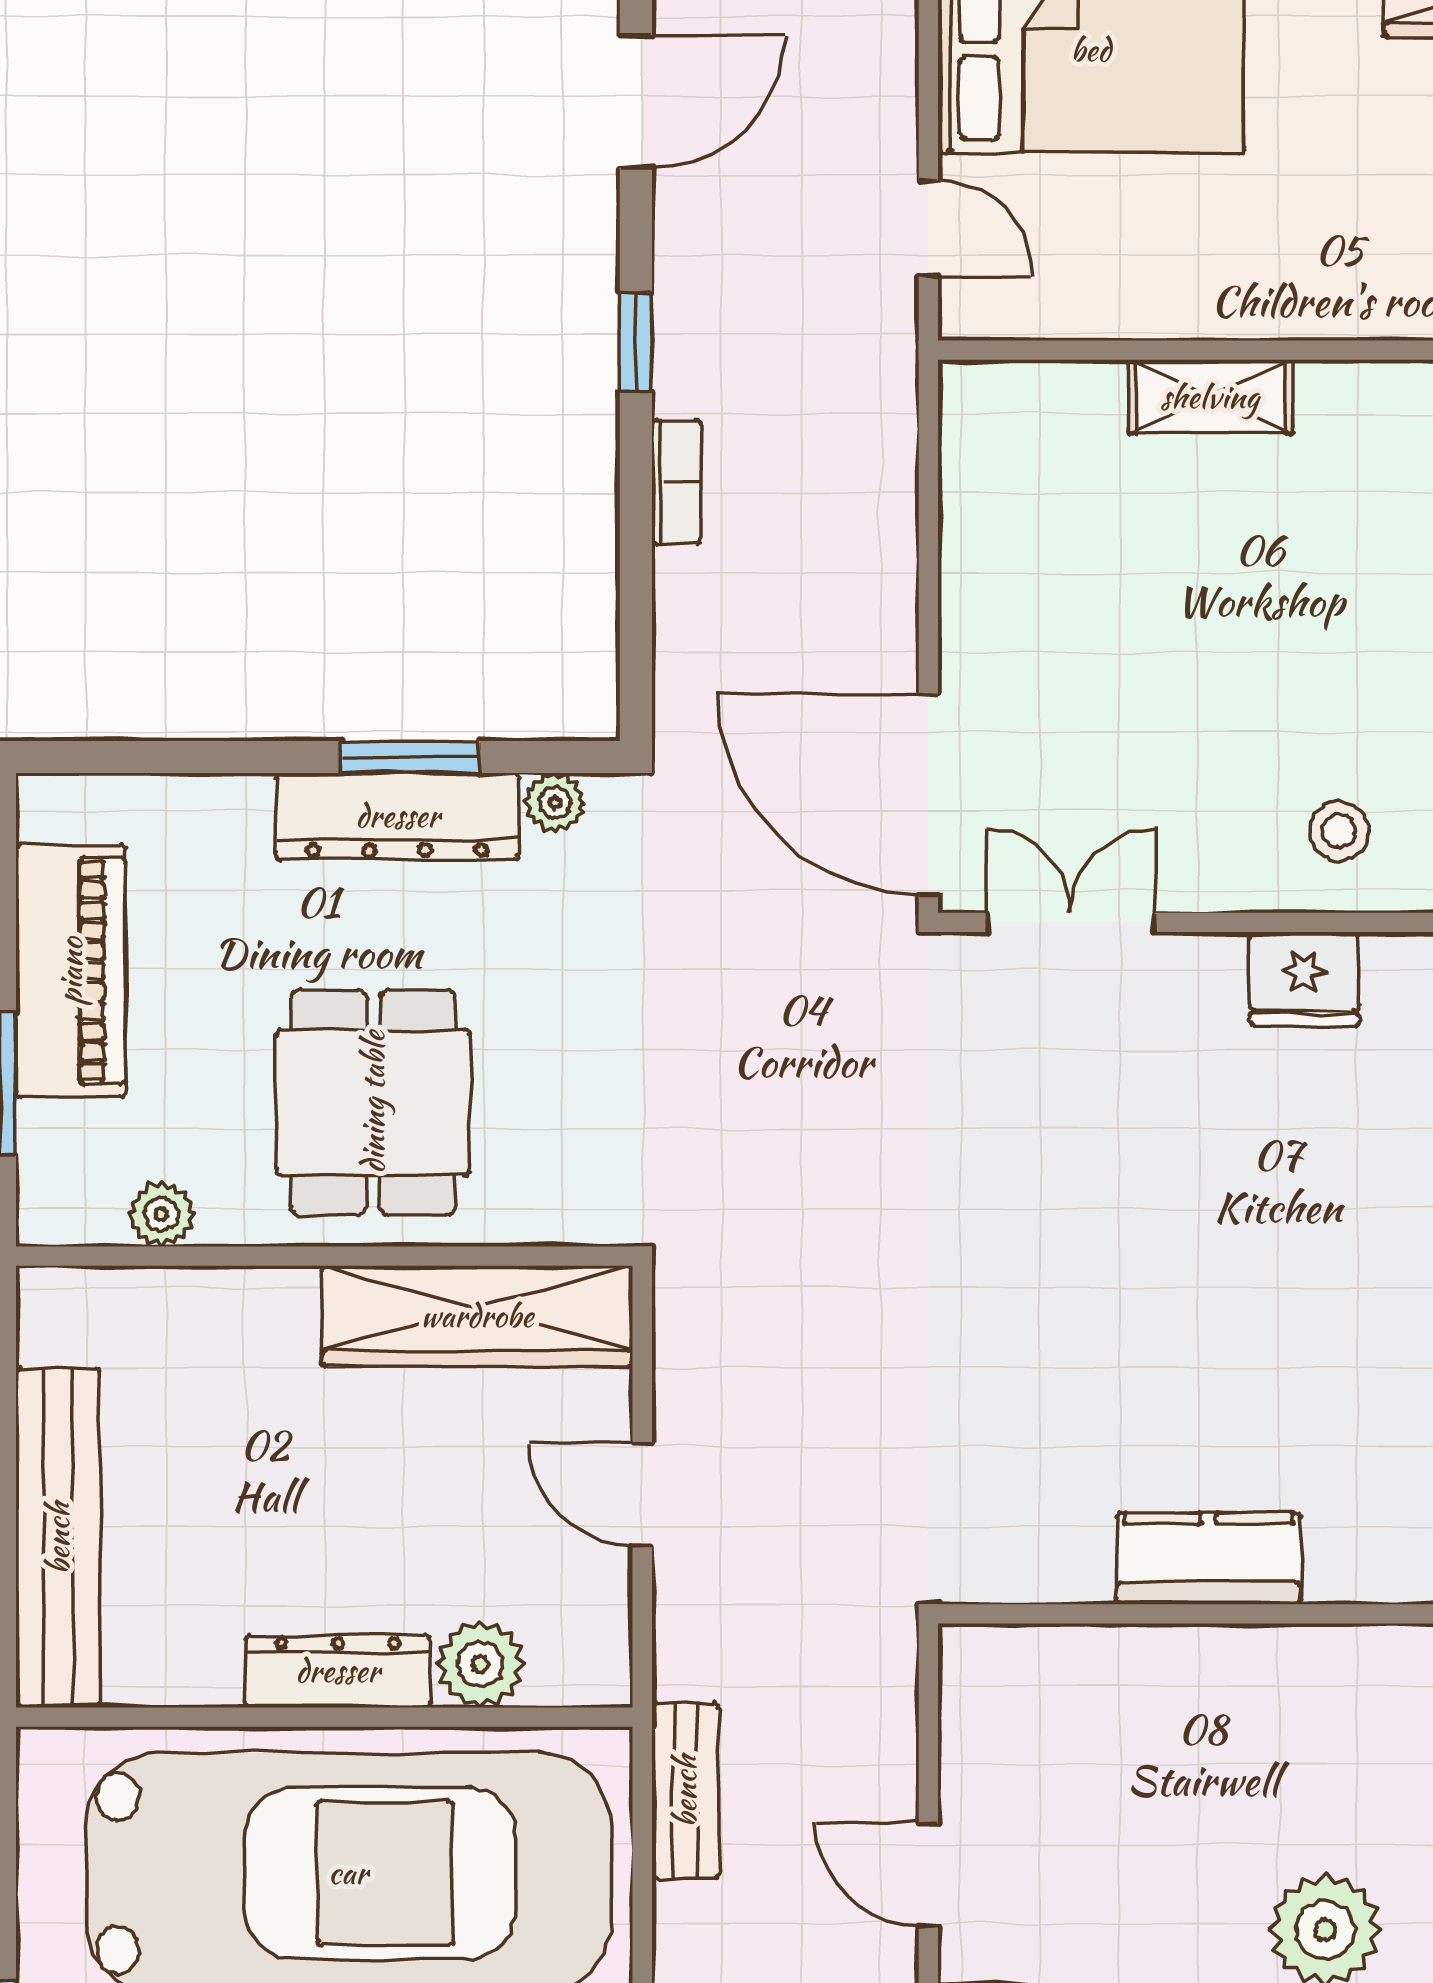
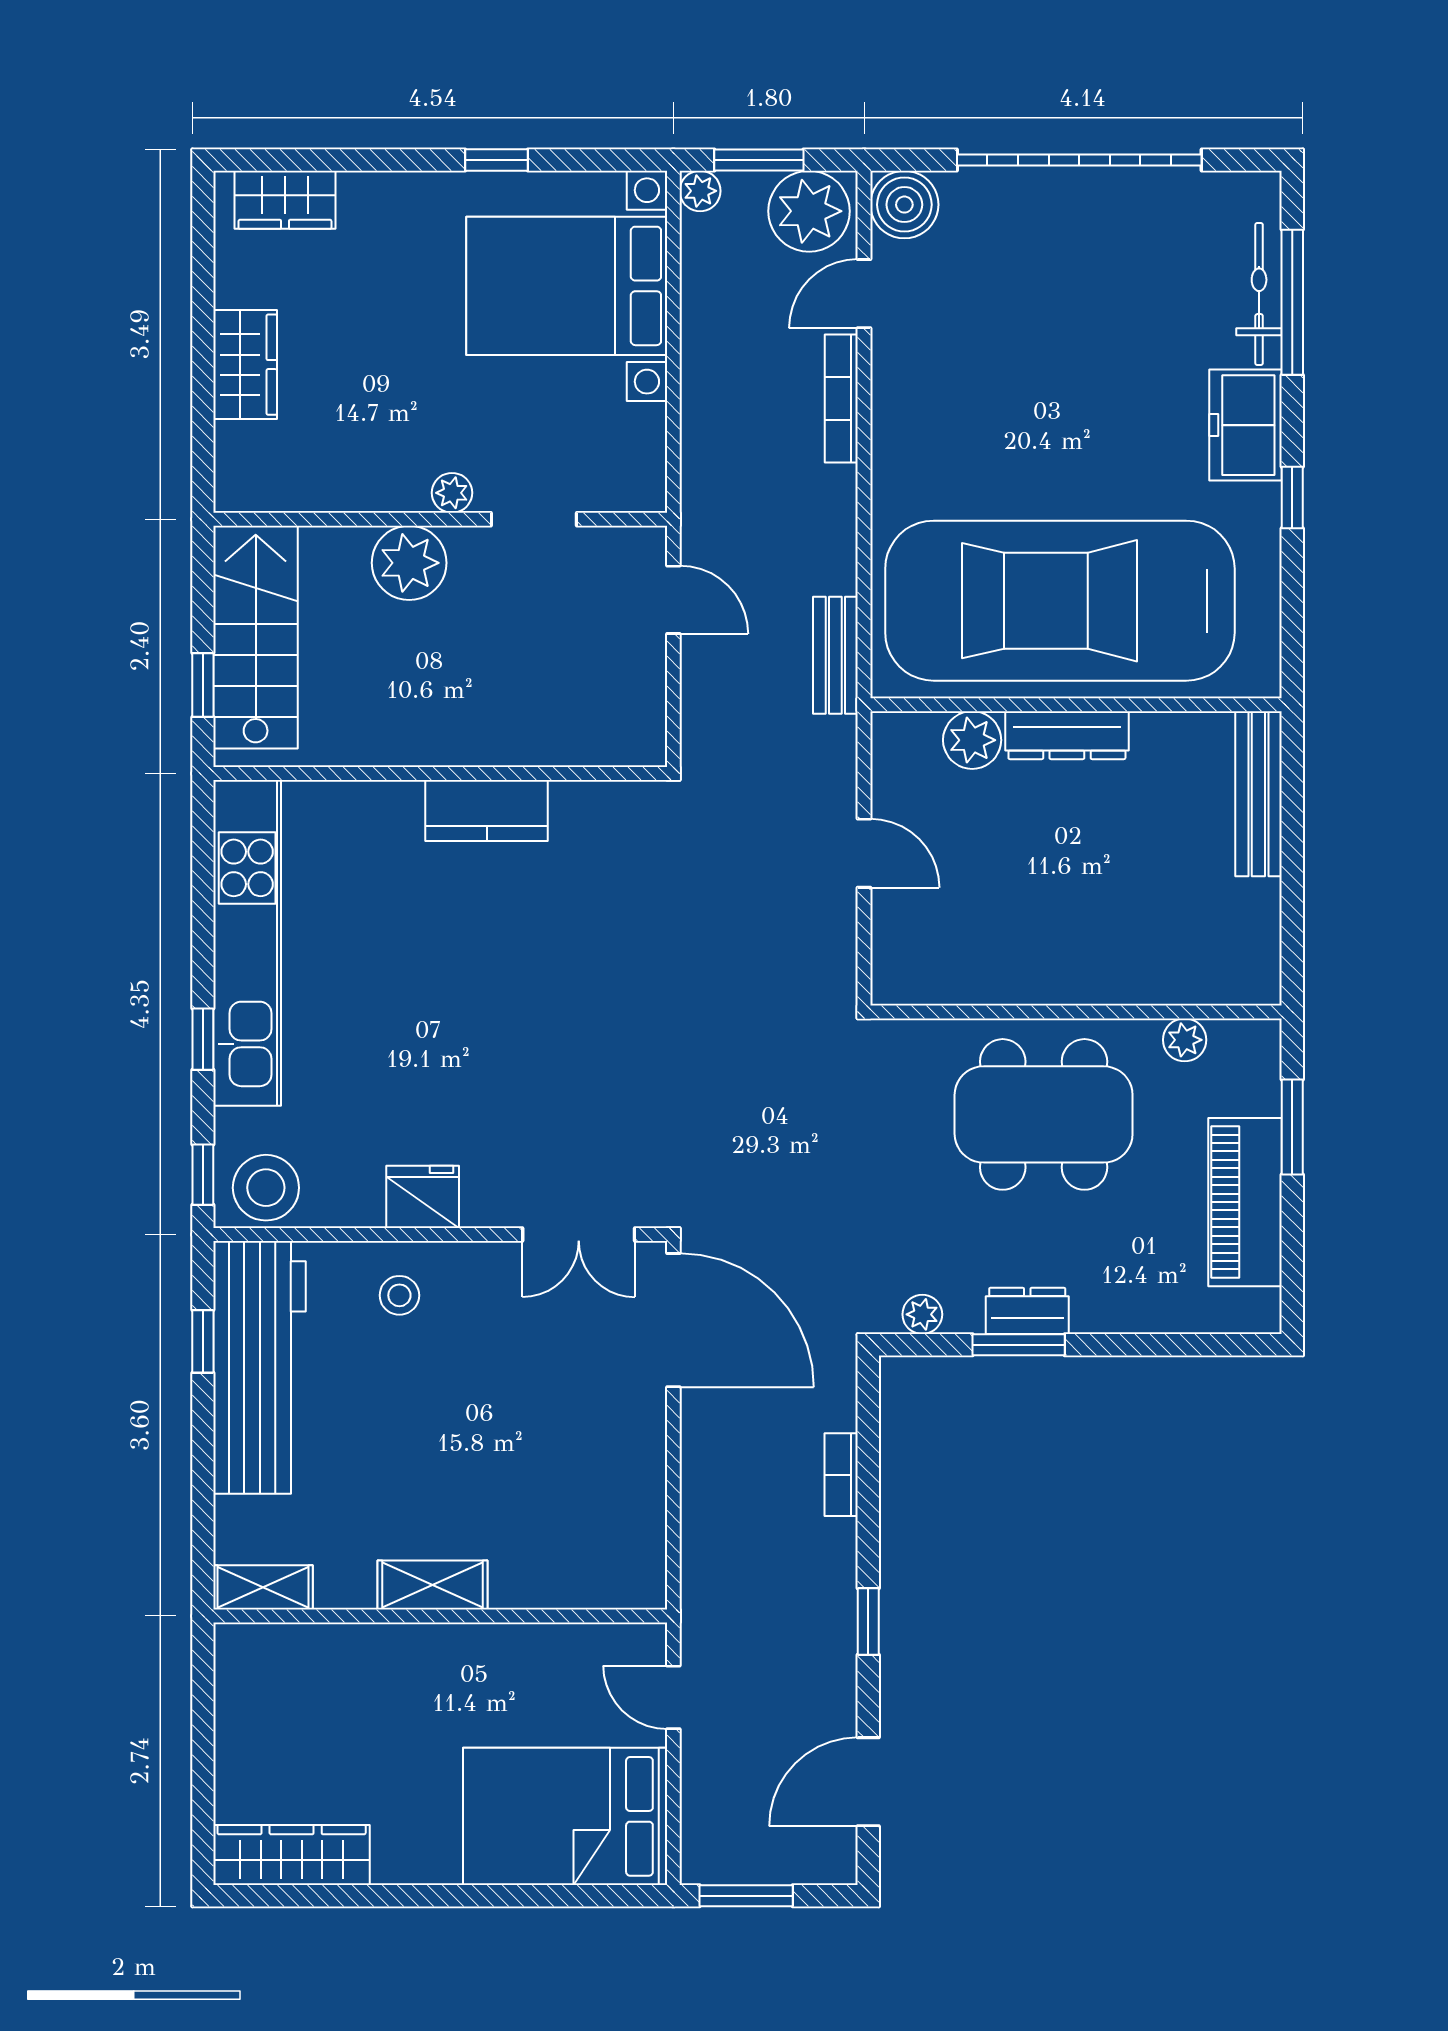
shelving: (1210, 397) -> (433, 1585), moved
bookcase: (677, 482) -> (841, 1475), moved
dresser: (398, 816) -> (1027, 1311), width x0.51, depth x0.80
dining table: (373, 1102) -> (1044, 1114), width x1.38
wardrobe: (477, 1316) -> (974, 972), removed
bench: (58, 1538) -> (1258, 794), width x0.73, depth x0.82

